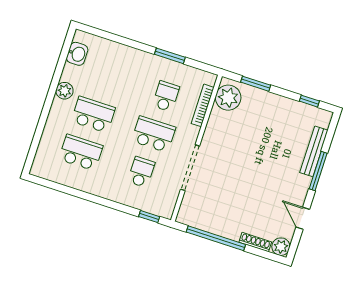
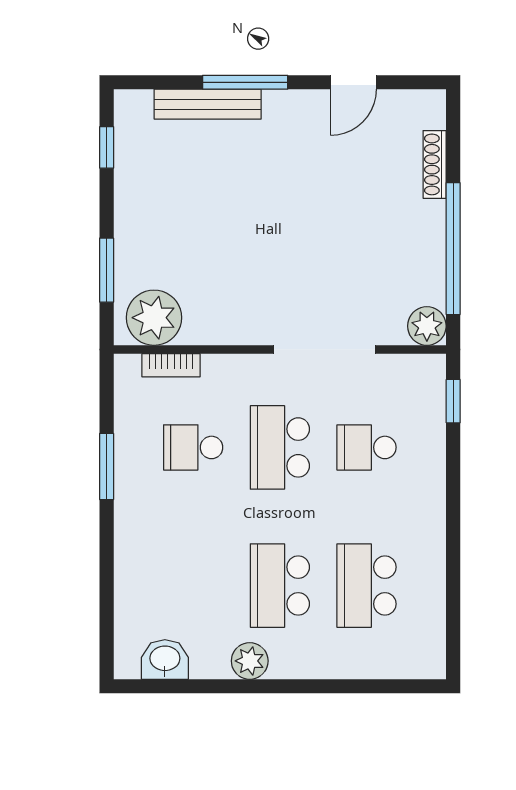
bookcase: (203, 105) -> (171, 365), width x0.64
plant: (281, 247) -> (427, 326), moved

